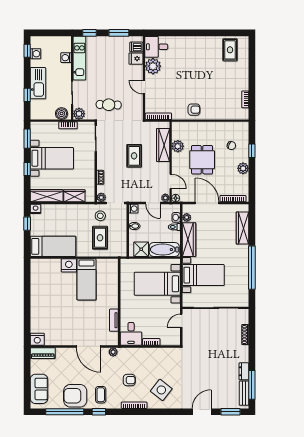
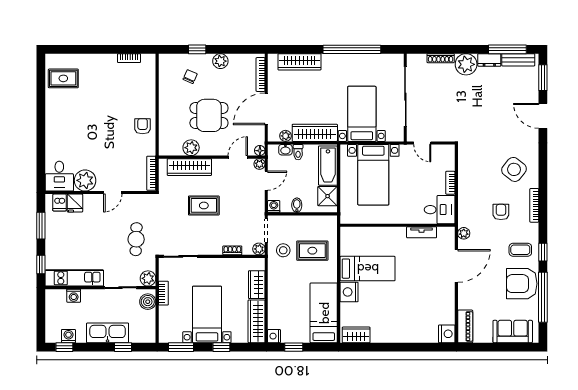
wardrobe: (36, 271) -> (356, 335), added
plant: (241, 354) -> (466, 64), added
armchair: (75, 396) -> (522, 284), turned 90

